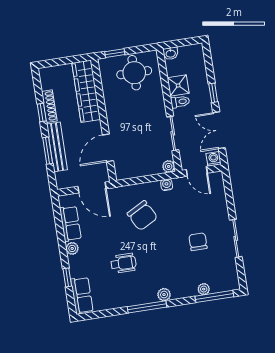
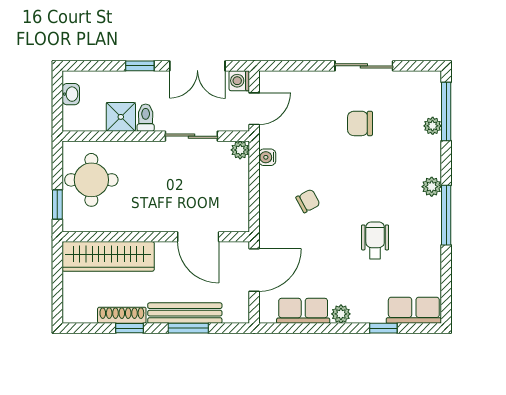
washbasin: (171, 53) -> (71, 94), moved
chair: (142, 216) -> (308, 201), width x0.54, depth x0.54

